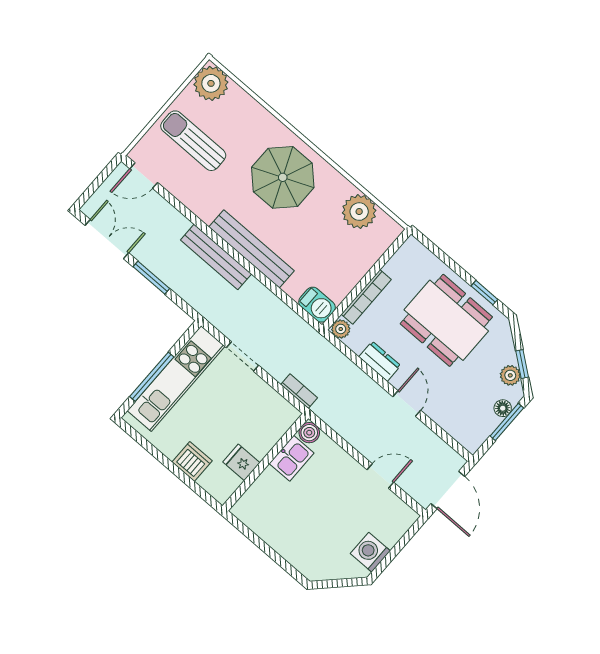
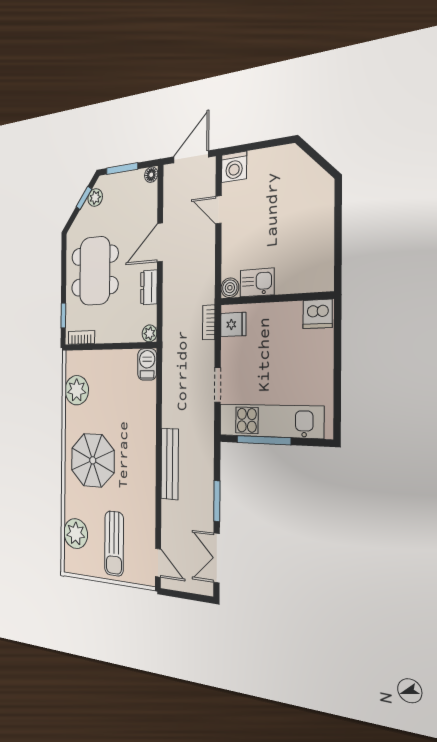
plant: (211, 83) -> (76, 534), moved
bench: (252, 249) -> (147, 443), removed
window: (484, 293) -> (63, 315), moved
bookcase: (366, 297) -> (81, 337), moved, width x0.64
window: (152, 377) -> (264, 440), moved
door: (407, 403) -> (160, 242), width x1.38
floor lamp: (503, 408) -> (151, 175), moved
dishwasher: (192, 461) -> (318, 314), moved, turned -90
fridge: (241, 462) -> (233, 324), moved, turned -90
washing machine: (370, 552) -> (234, 167), moved

